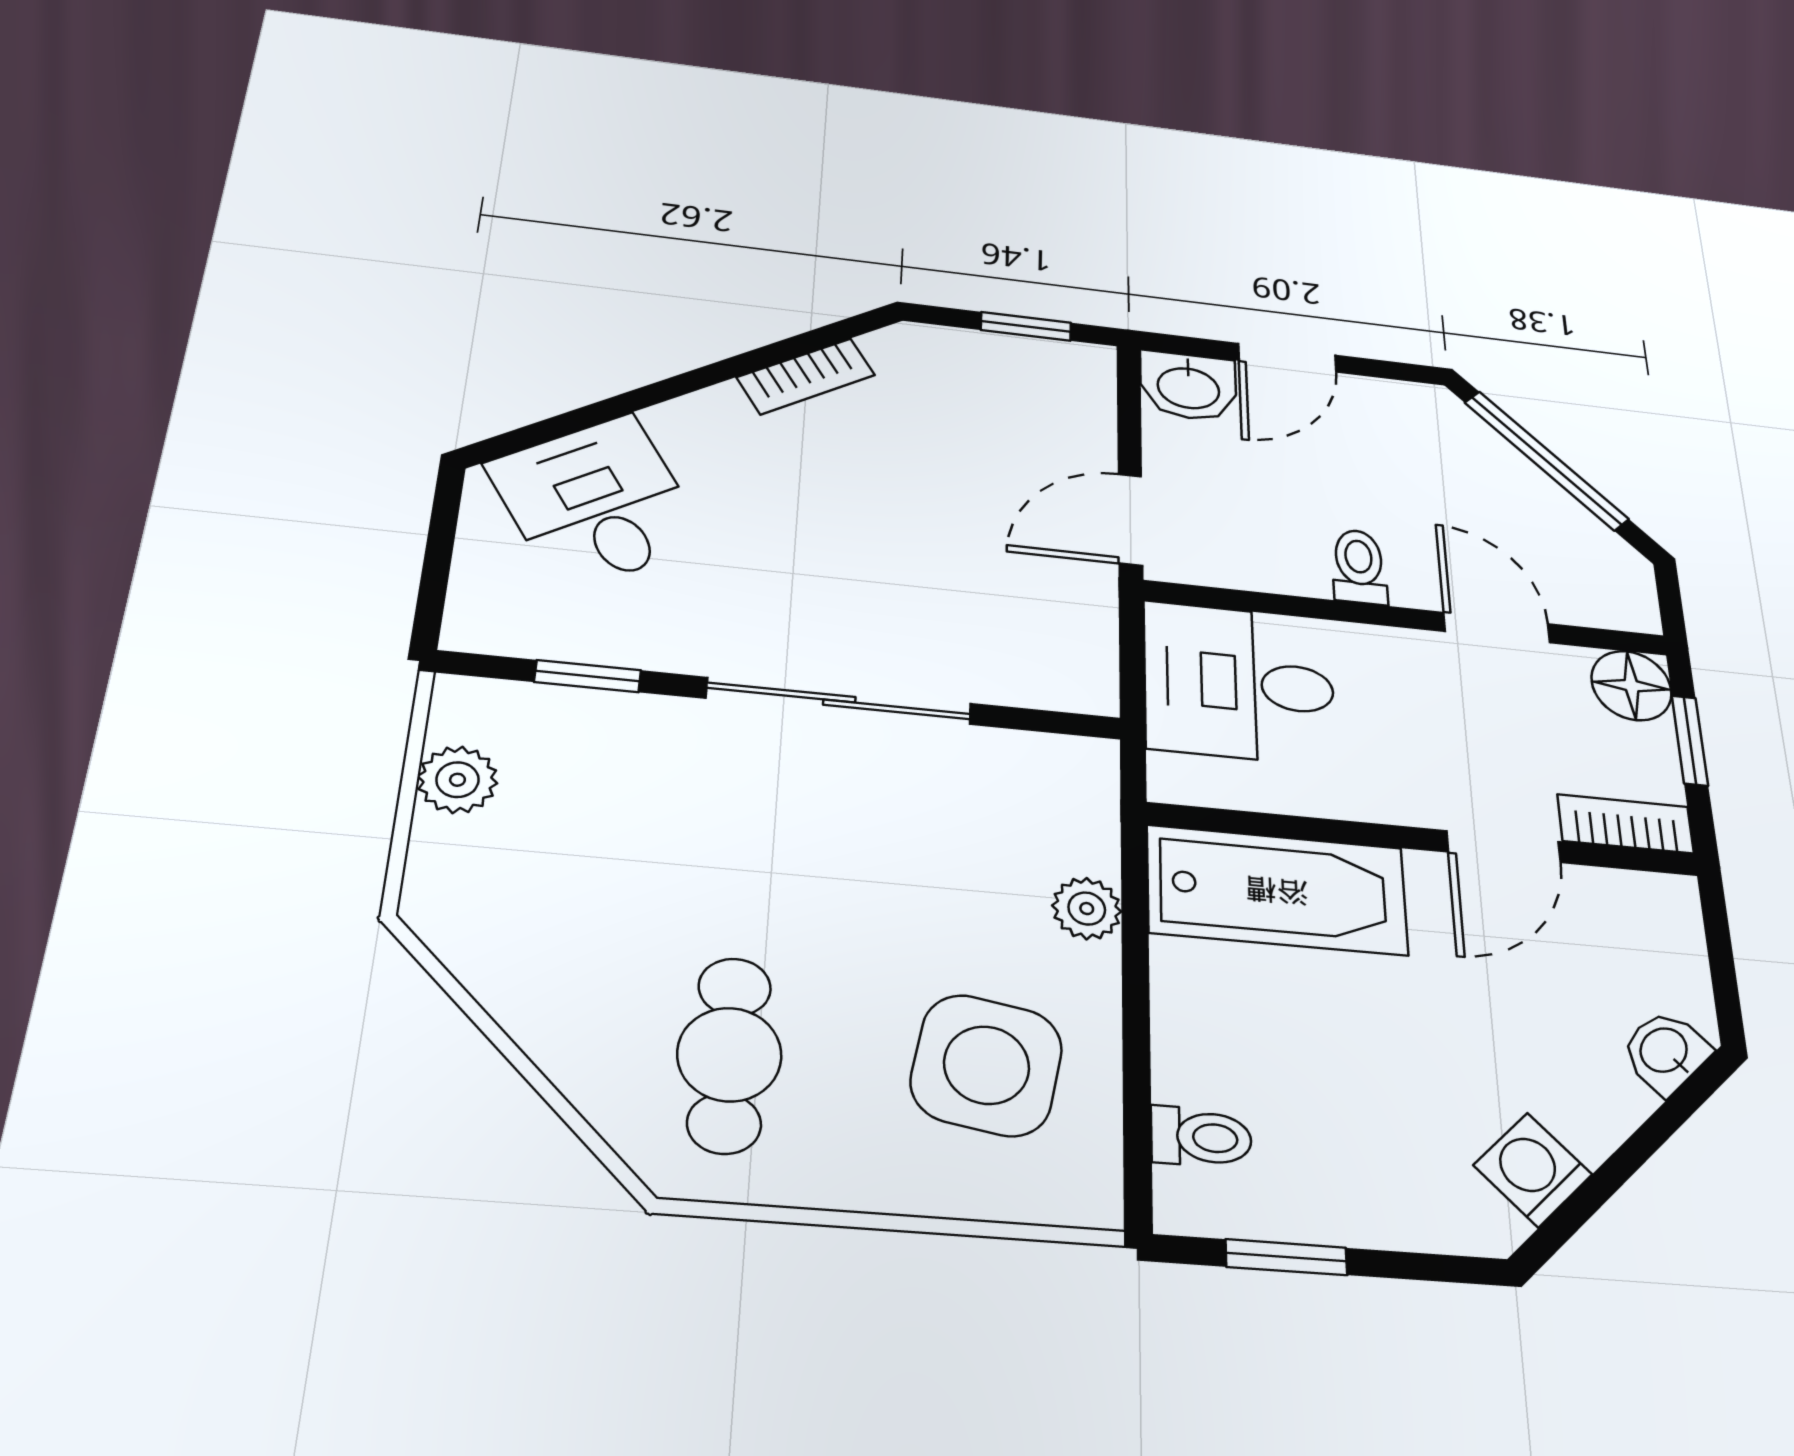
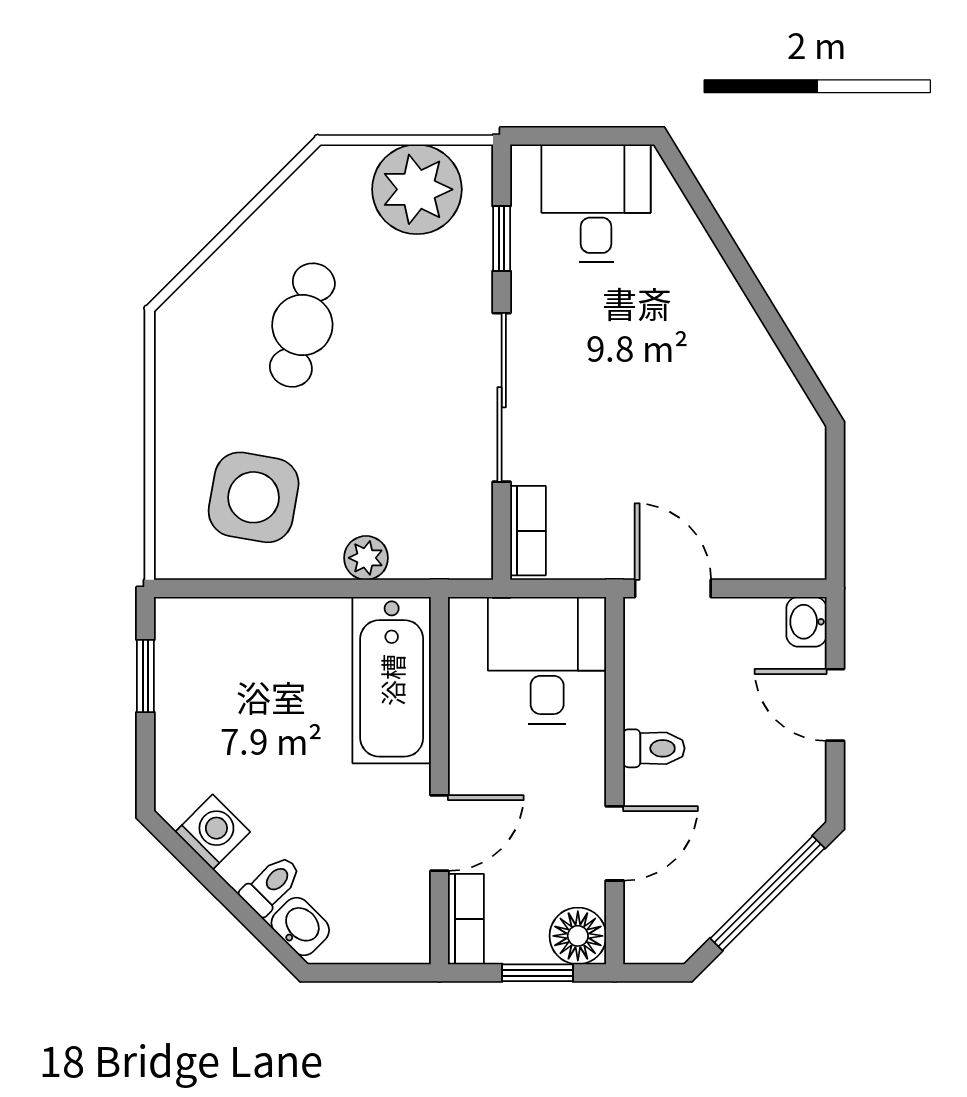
window: (1026, 326) -> (835, 514), removed
bookcase: (806, 376) -> (528, 531), moved, turned -149
washbasin: (1188, 386) -> (806, 622), width x0.72, depth x0.69
desk: (597, 503) -> (596, 203), moved, turned -59
plant: (457, 780) -> (417, 189), width x1.87, depth x1.87
door: (1504, 847) -> (439, 833), swing flipped
cafe table: (729, 1054) -> (302, 325), moved, turned -75
toilet: (1201, 1137) -> (271, 885), moved, turned -135

